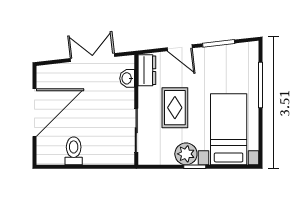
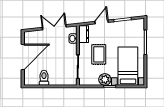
door: (180, 48) -> (101, 22), swing flipped

